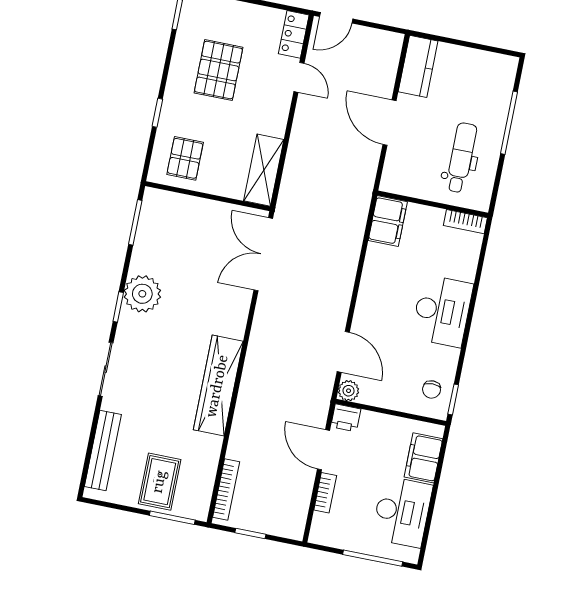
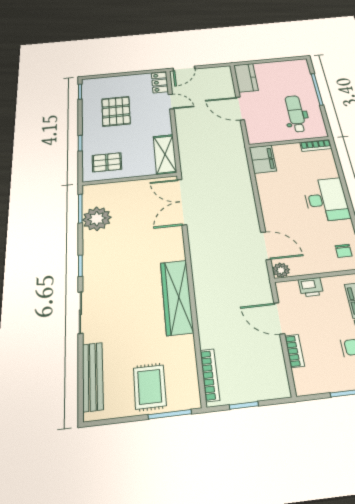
pallet: (185, 158) -> (107, 162), turned 90
plant: (142, 294) -> (97, 219), moved
printer: (346, 418) -> (311, 287), moved

